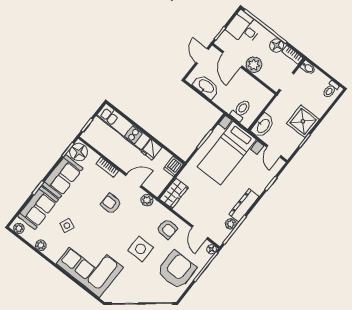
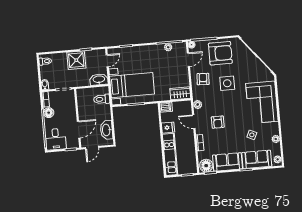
plant: (254, 65) -> (71, 115), removed
dresser: (244, 205) -> (151, 50), removed
armchair: (177, 270) -> (220, 53), turned 180

